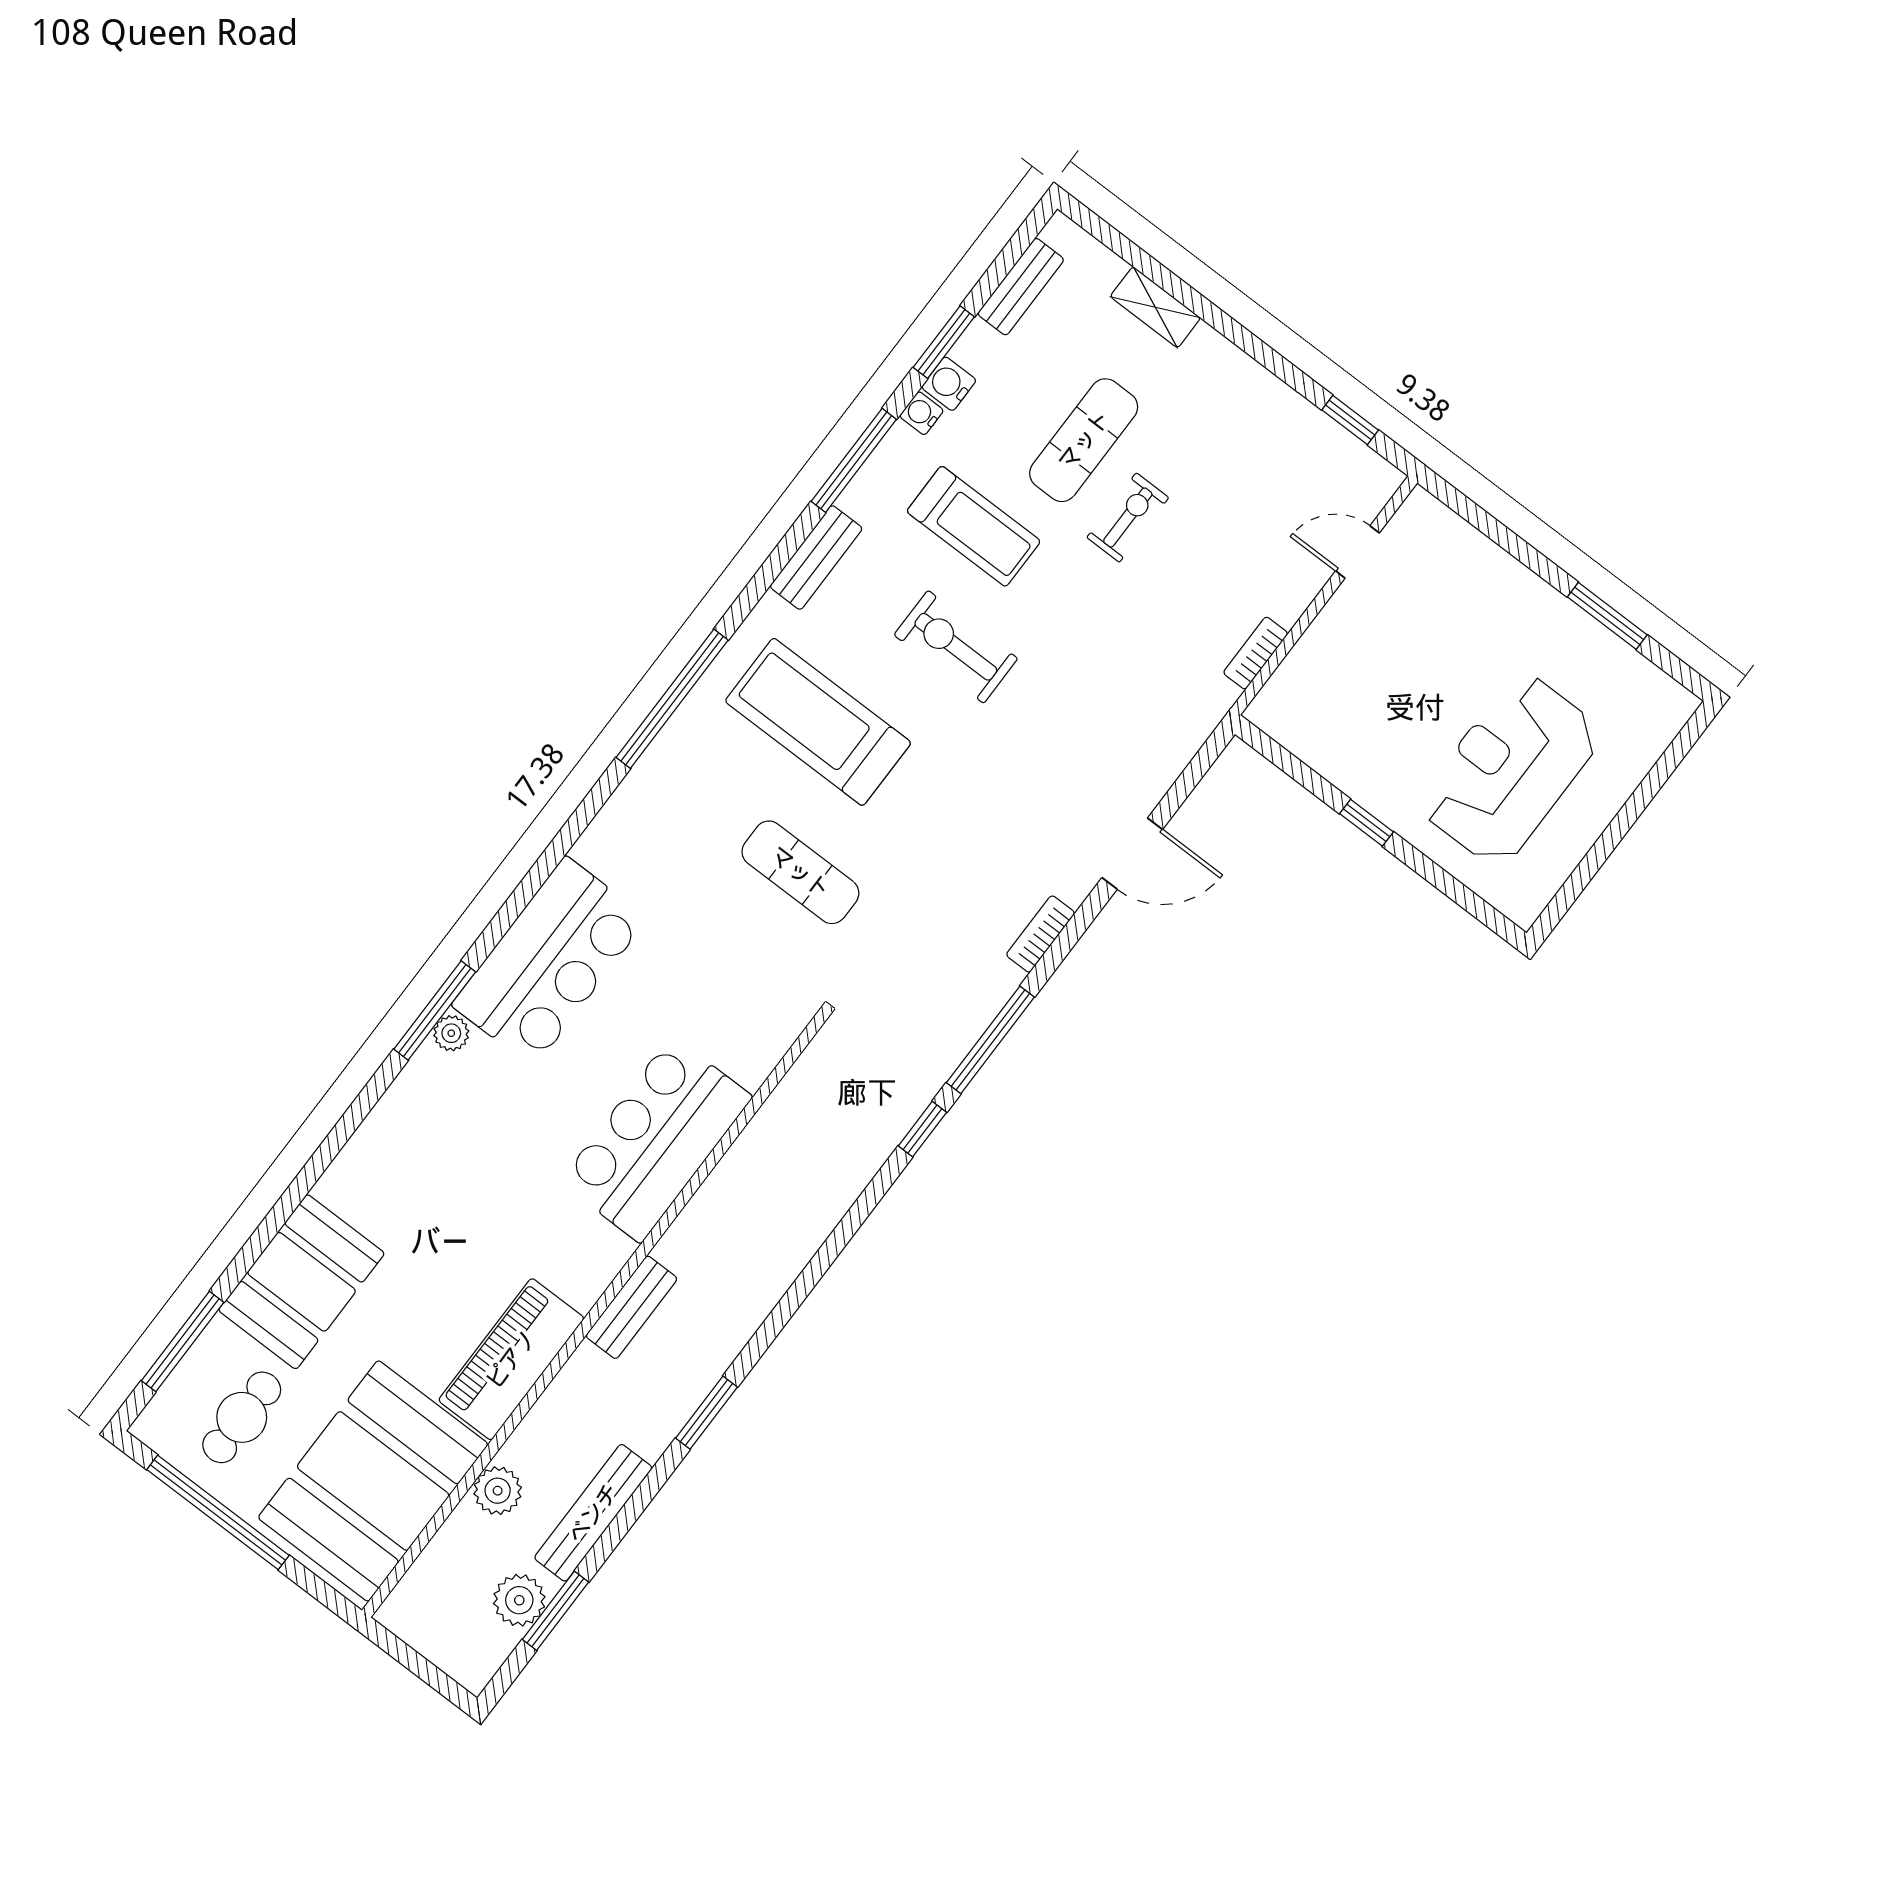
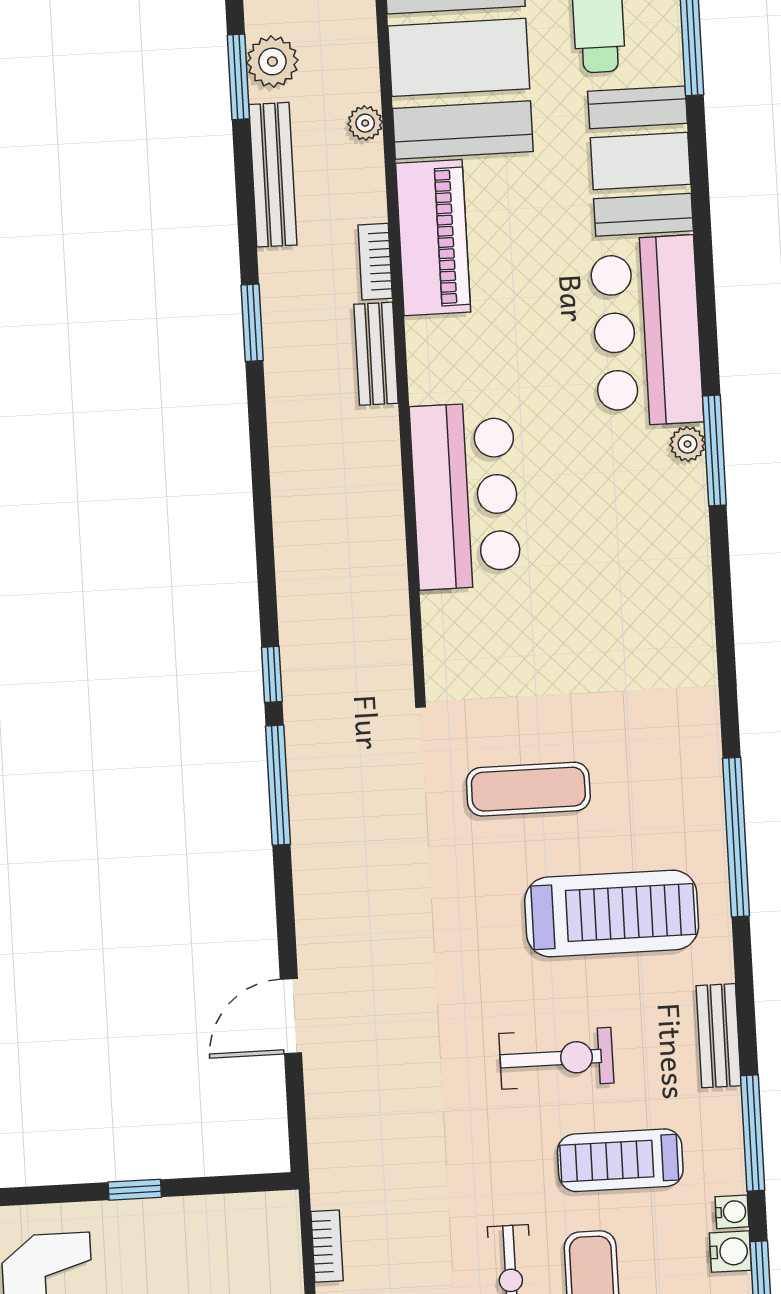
bookcase: (1041, 934) -> (375, 262), moved, turned 180
bar counter: (549, 962) -> (647, 331), moved
plant: (498, 1491) -> (365, 123), width x0.73, depth x0.73

